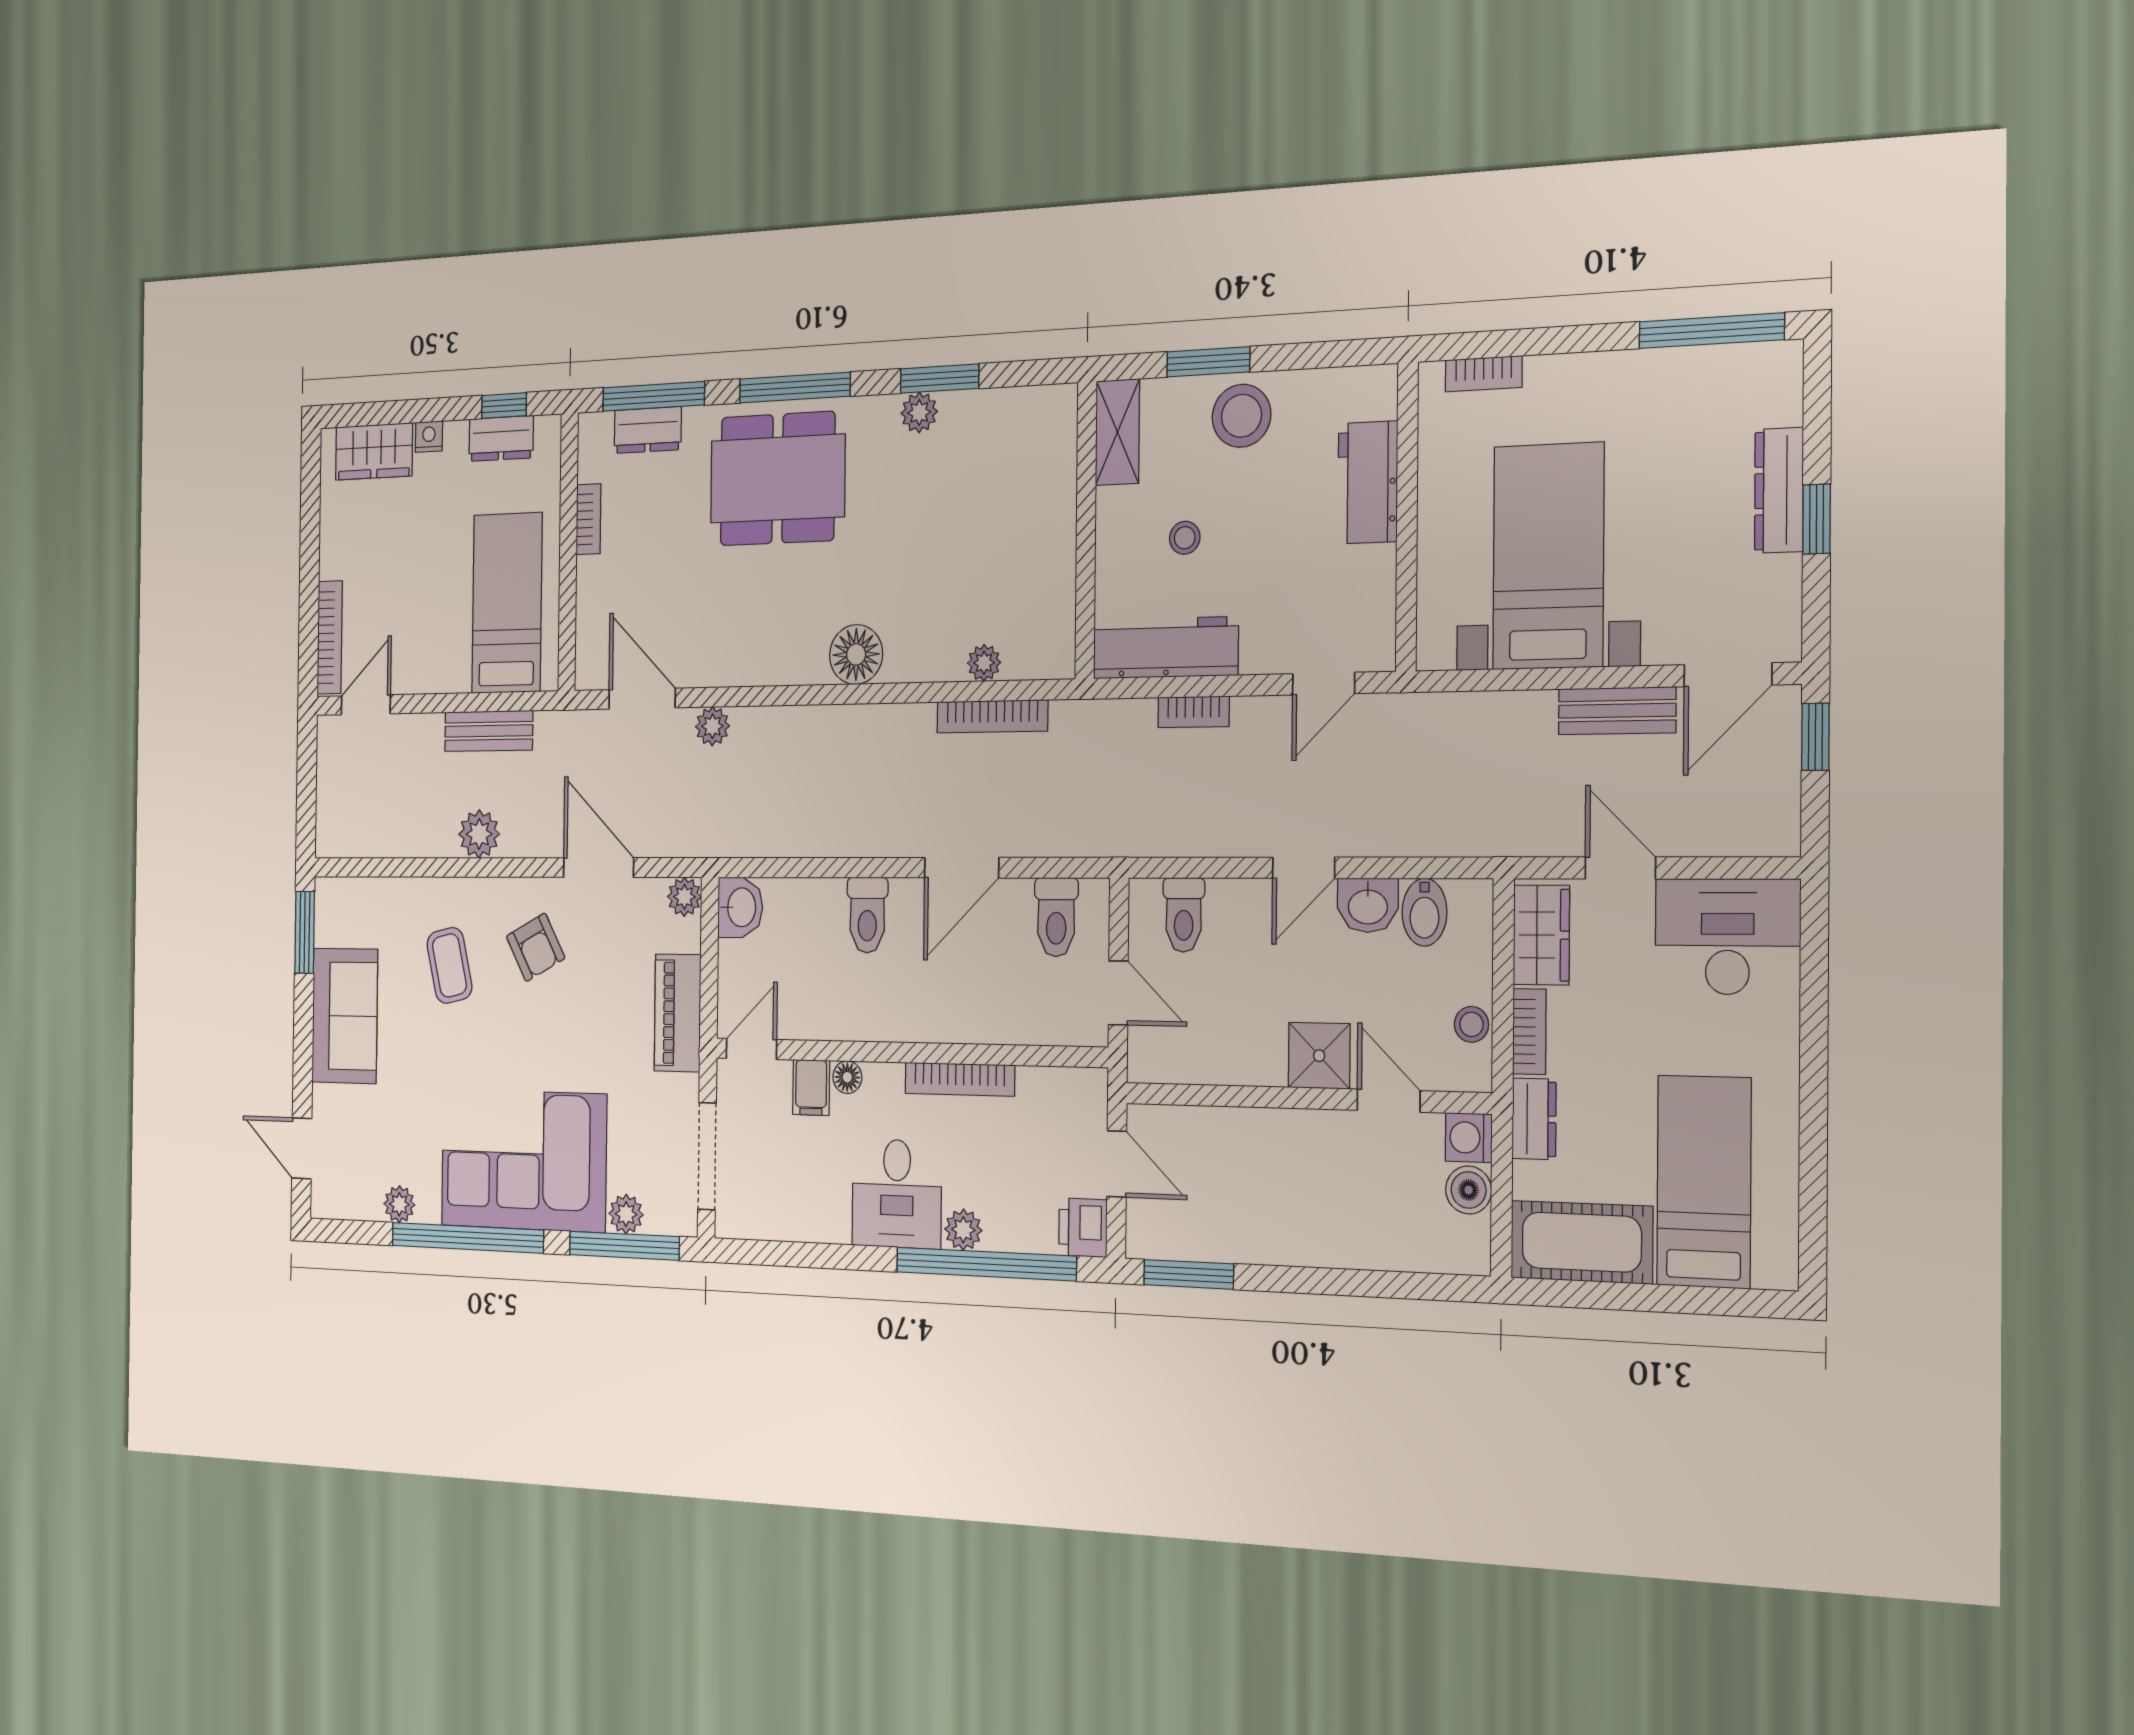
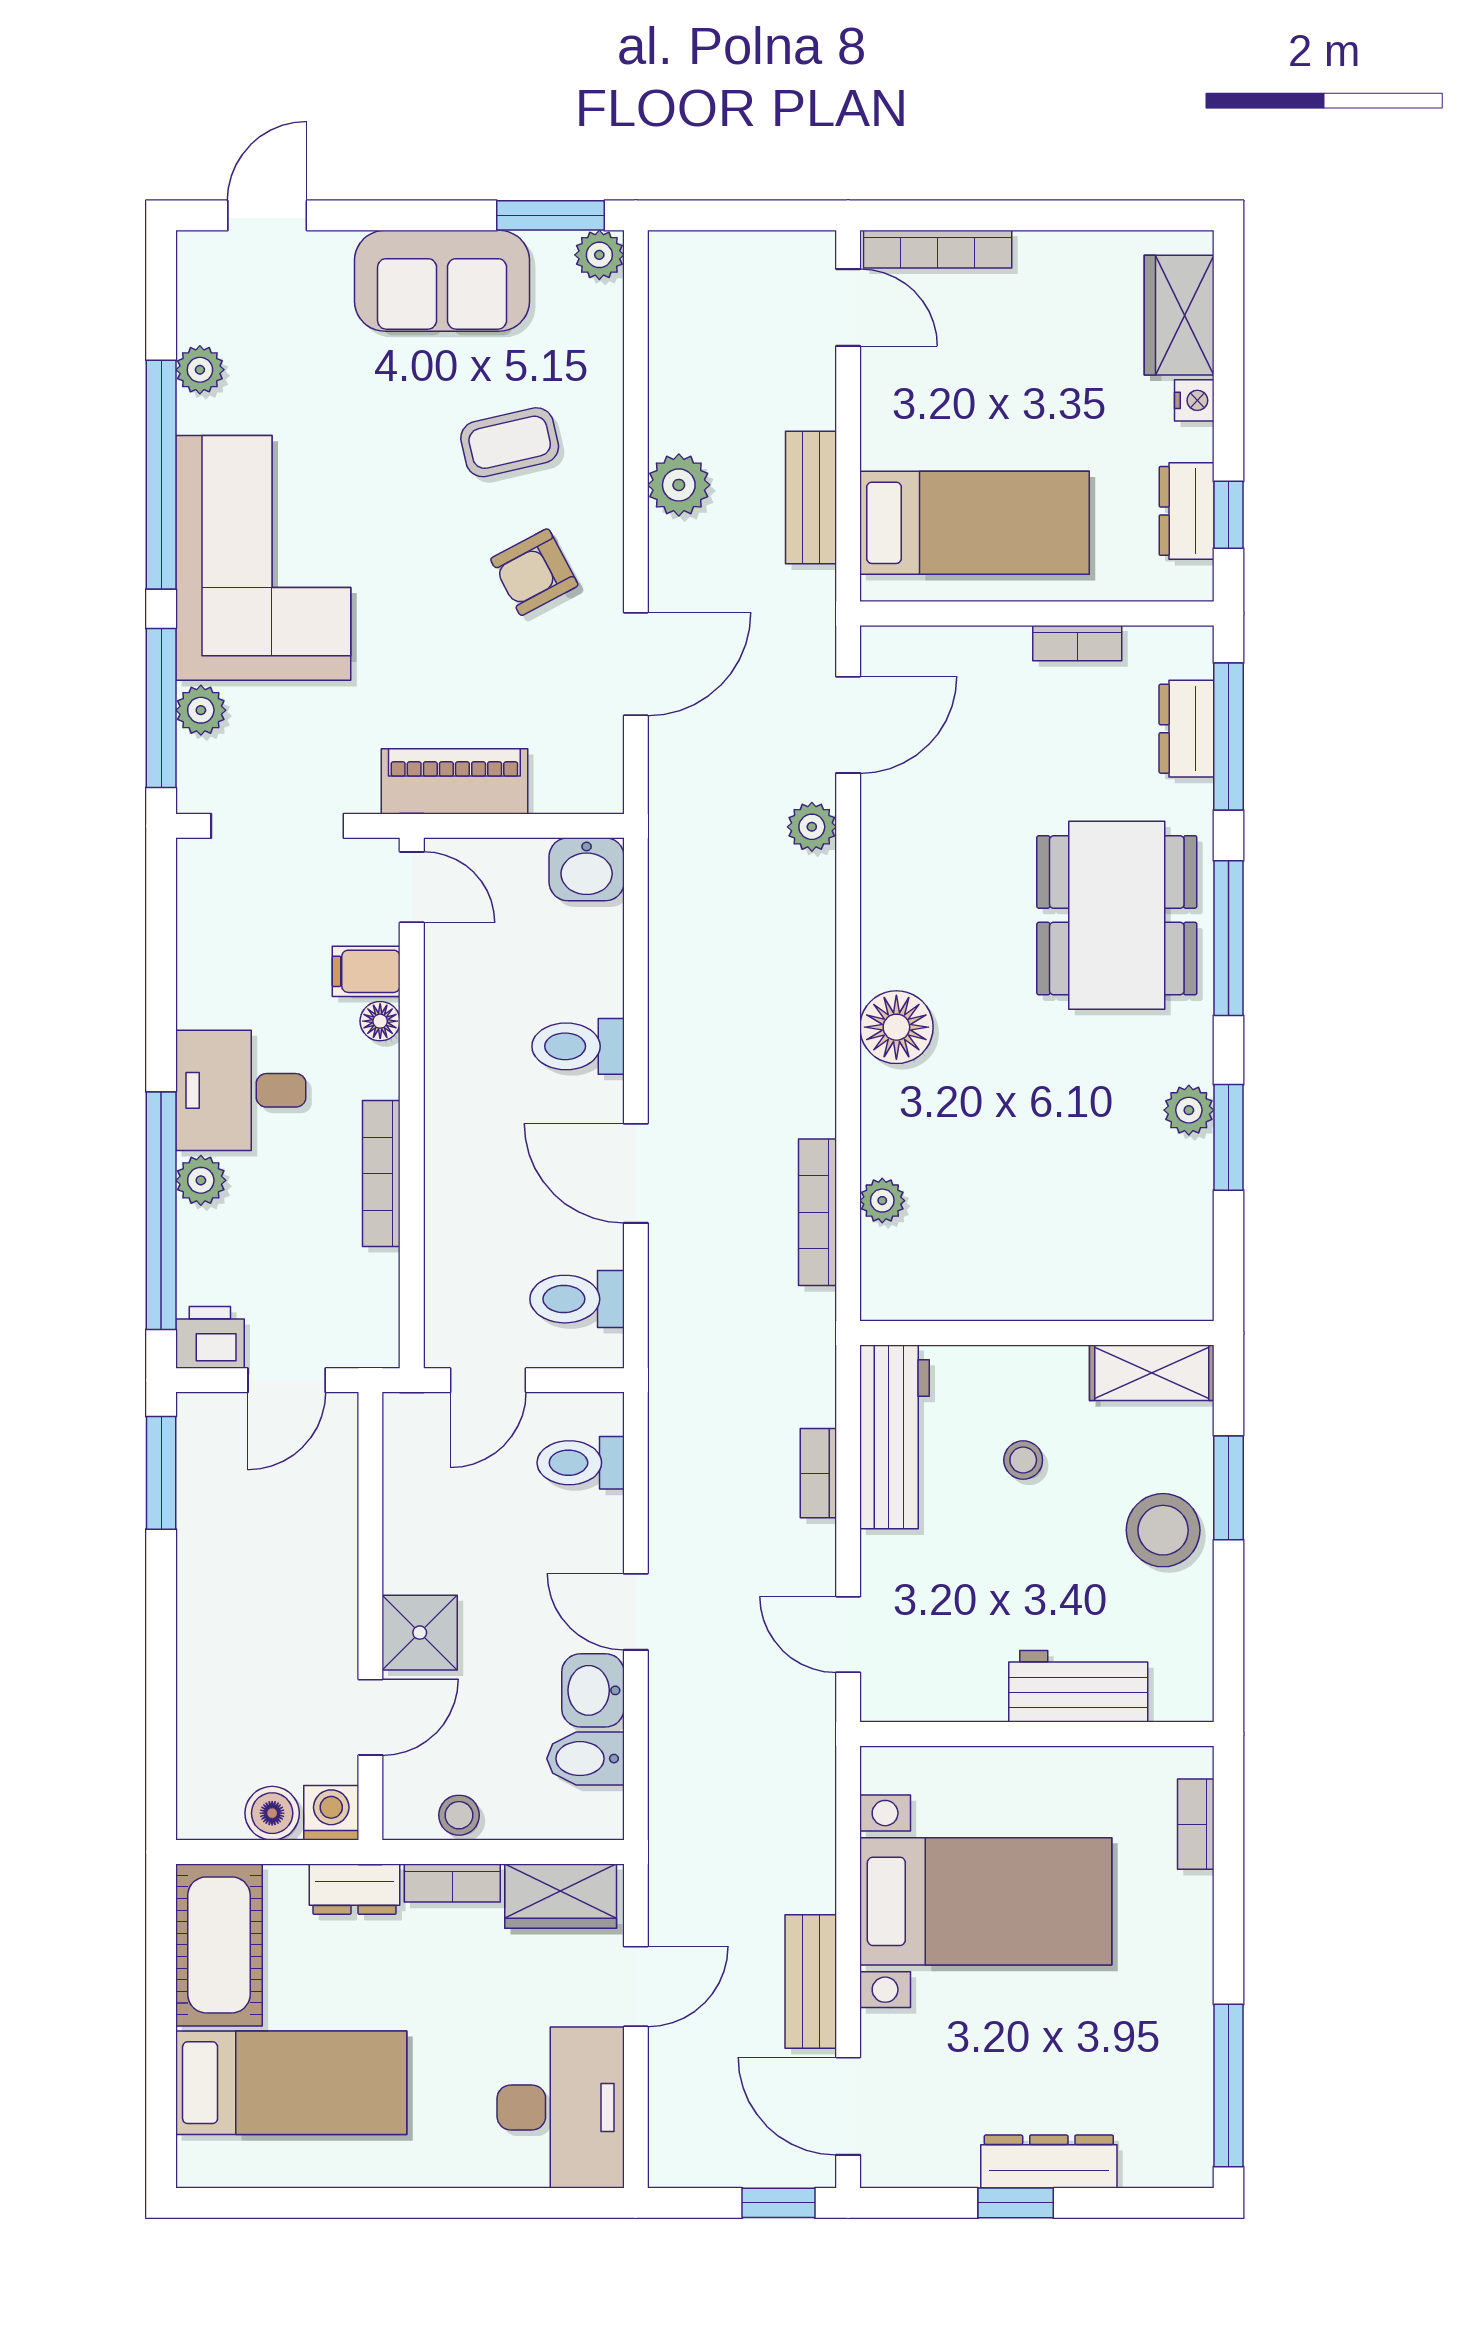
plant: (684, 897) -> (599, 255), moved

